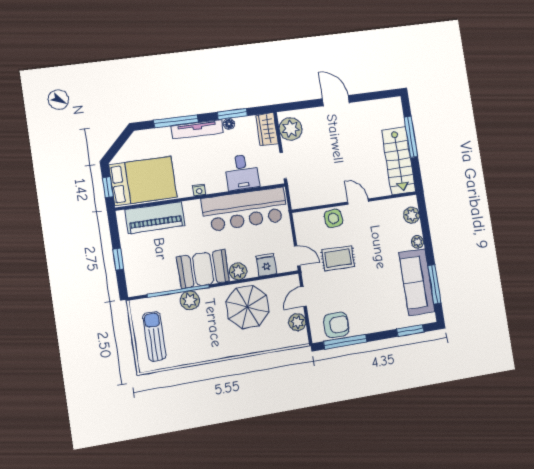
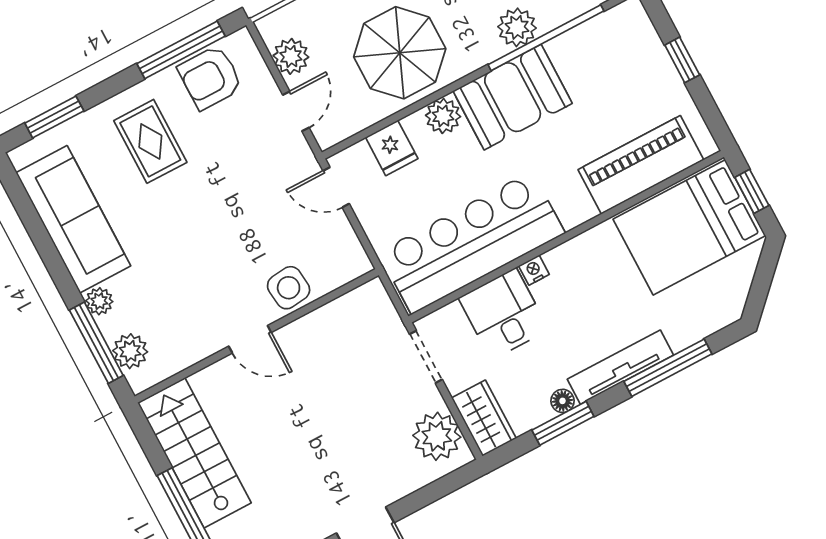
nightstand: (199, 190) -> (534, 270), moved
rug: (338, 258) -> (150, 141), moved, turned 90
window: (434, 284) -> (96, 343), moved

